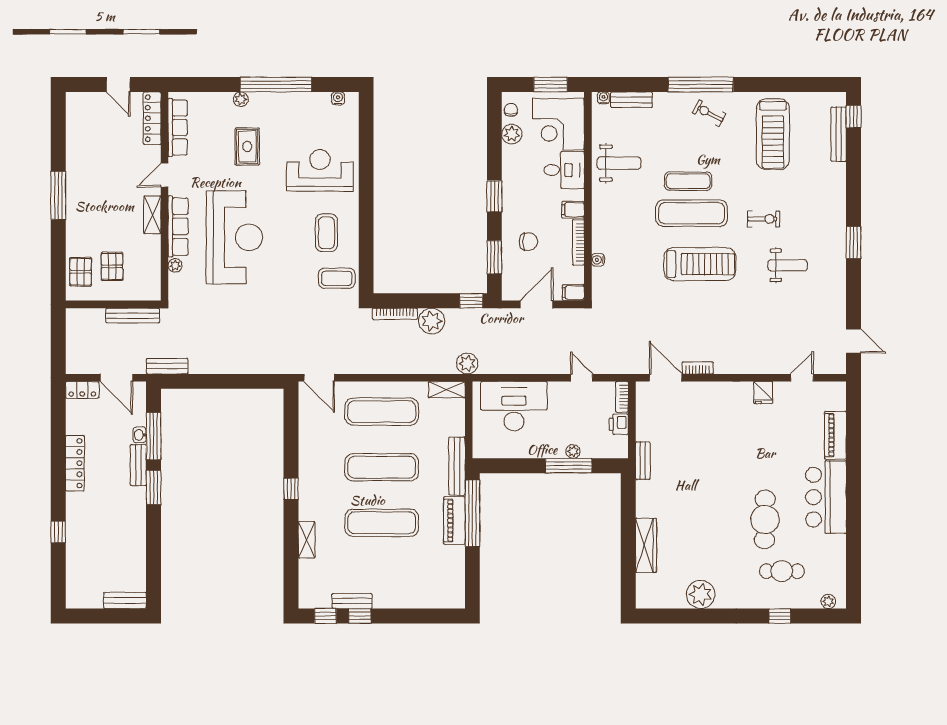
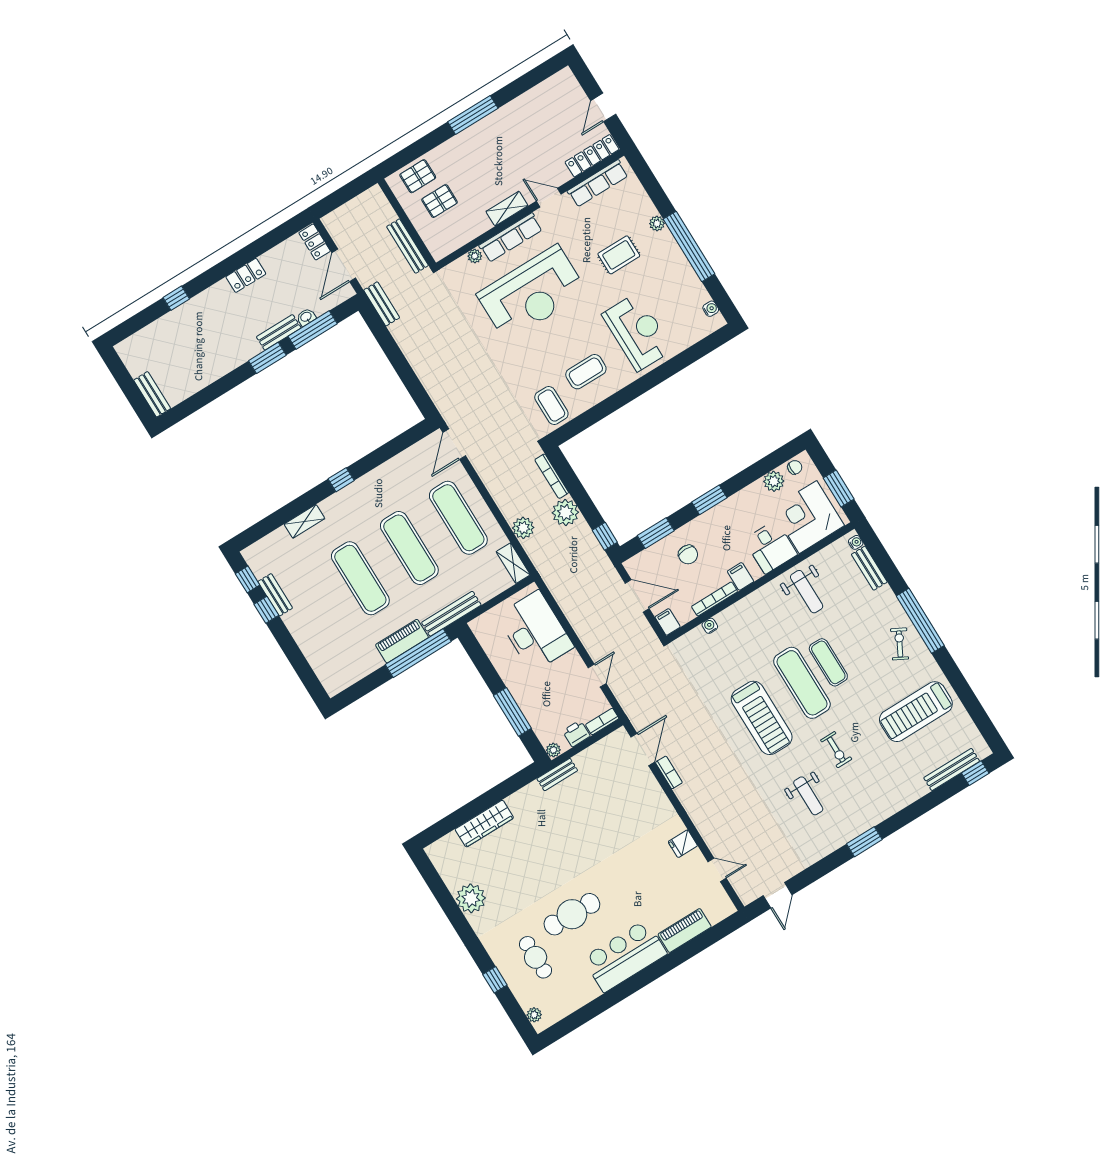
plant: (467, 363) -> (523, 528), moved
plant: (573, 451) -> (553, 750), moved
locker: (75, 463) -> (246, 275), width x0.66

